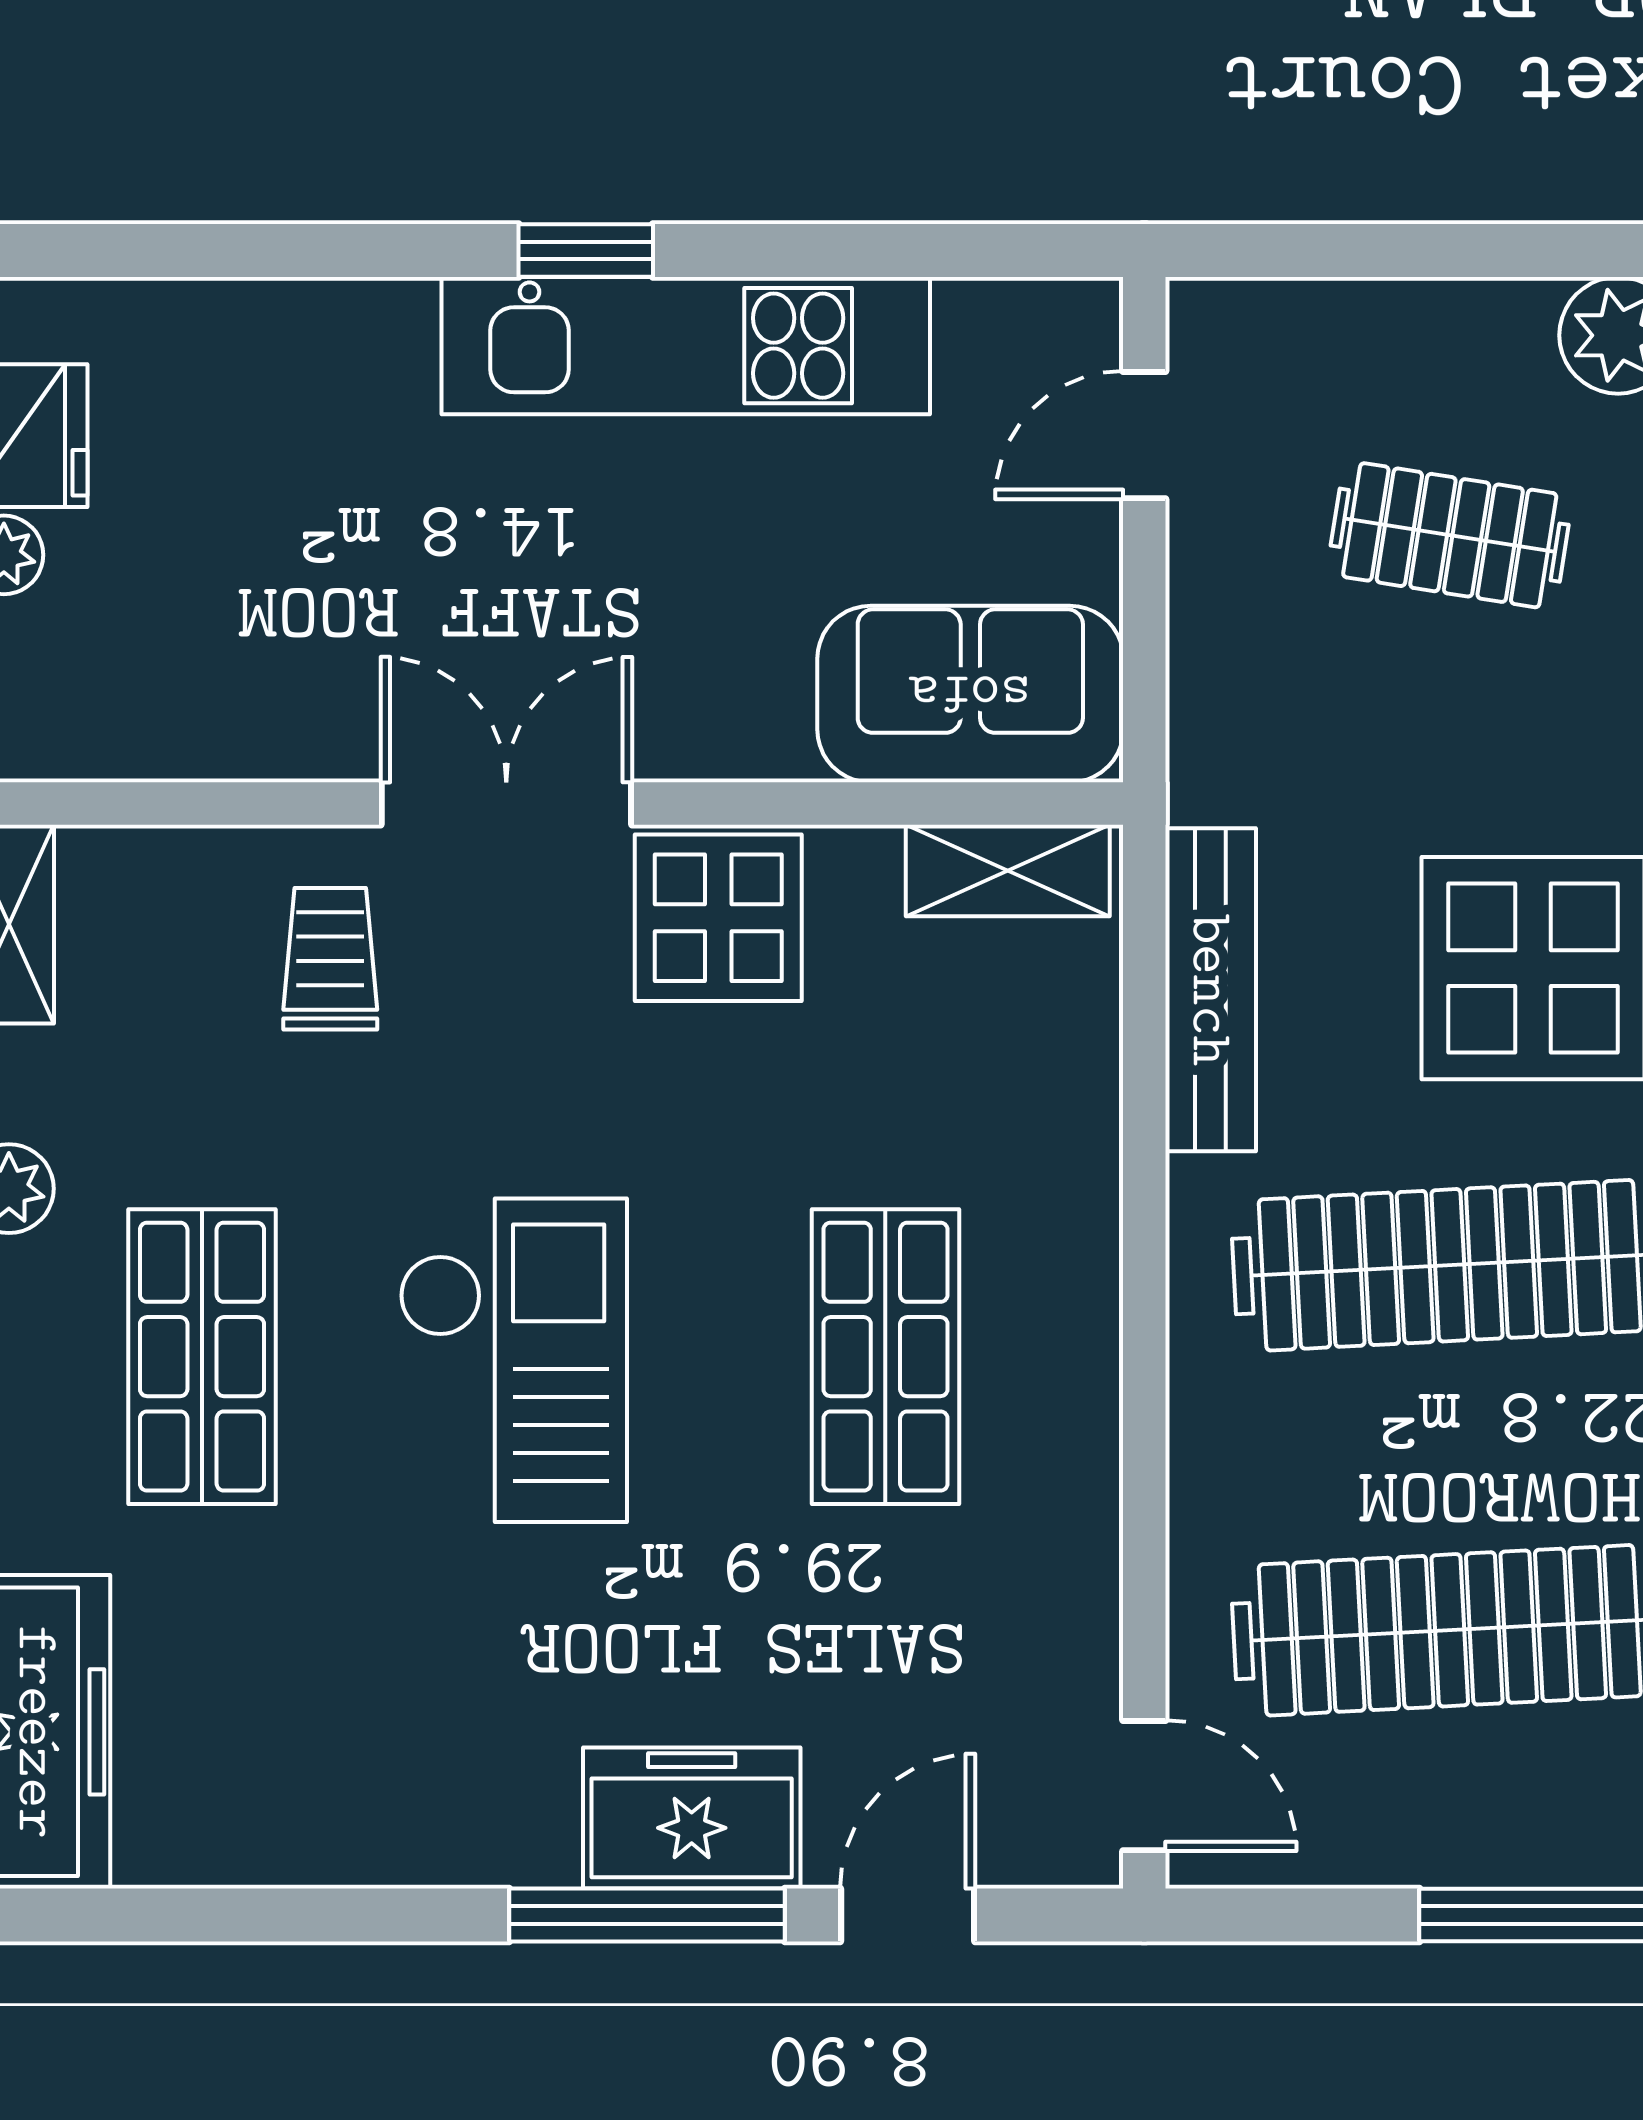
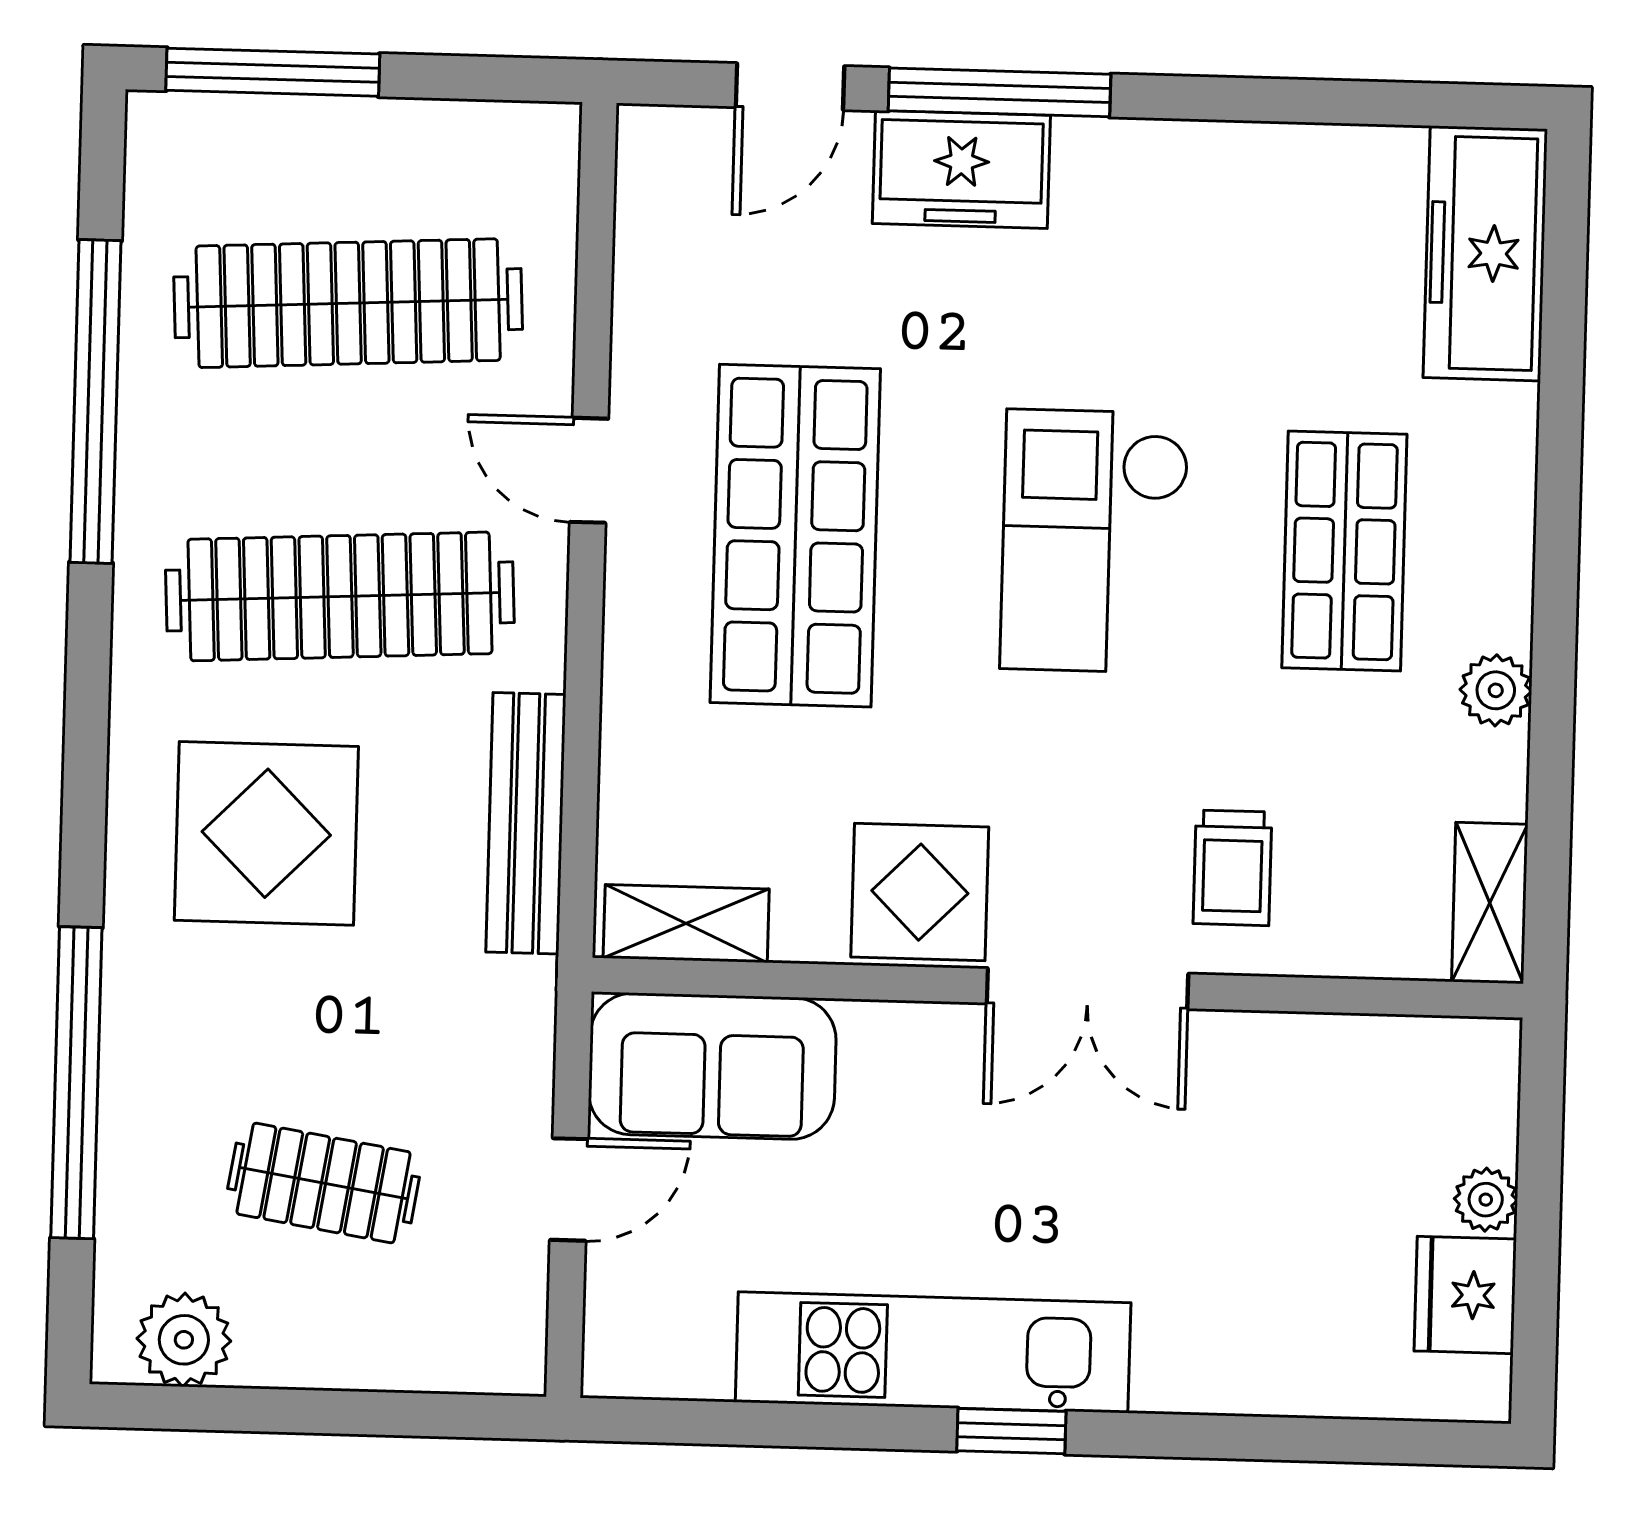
door: (1144, 435) -> (569, 1189), moved
shop shelf: (885, 1357) -> (795, 536), width x1.43, depth x1.36
door: (1144, 1786) -> (589, 470), moved

